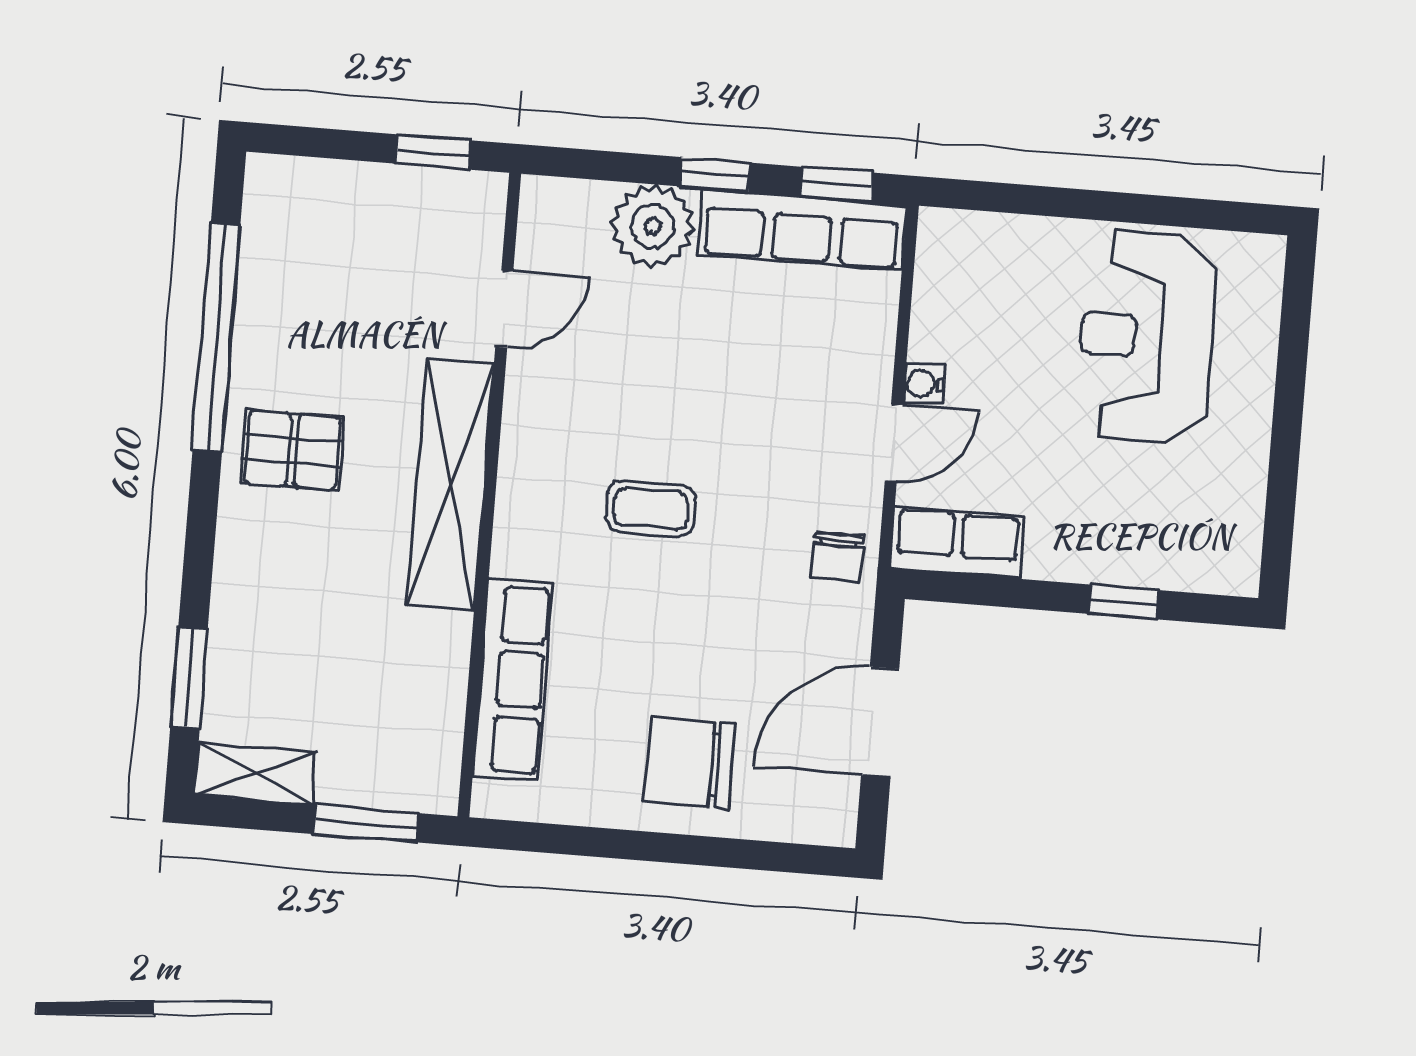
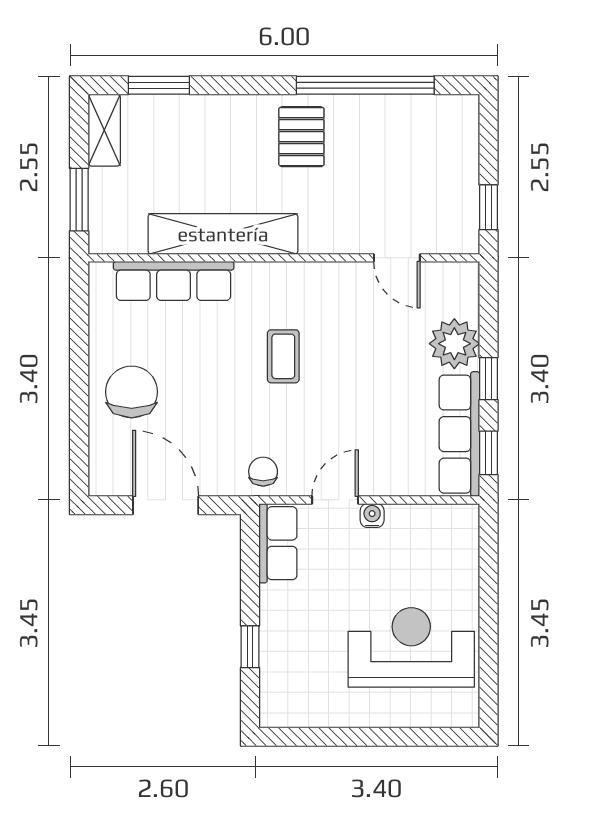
door: (894, 443) -> (335, 500), swing flipped
shelving: (451, 484) -> (223, 234), moved
chair: (838, 557) -> (263, 472), turned 90

